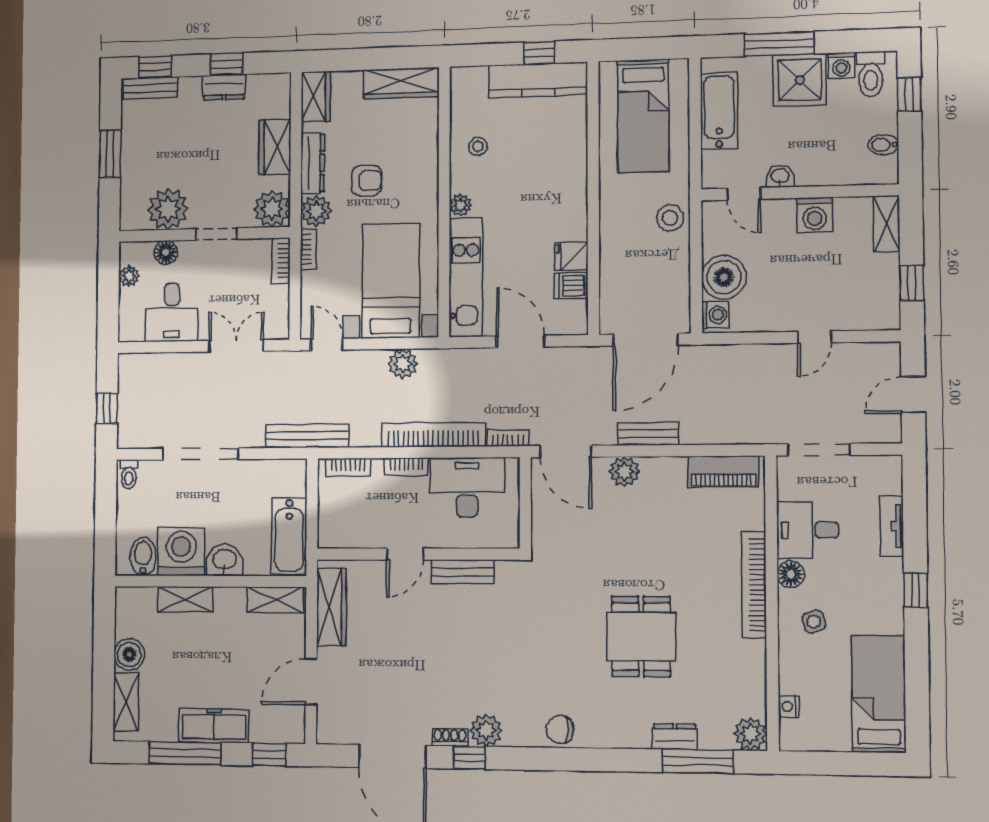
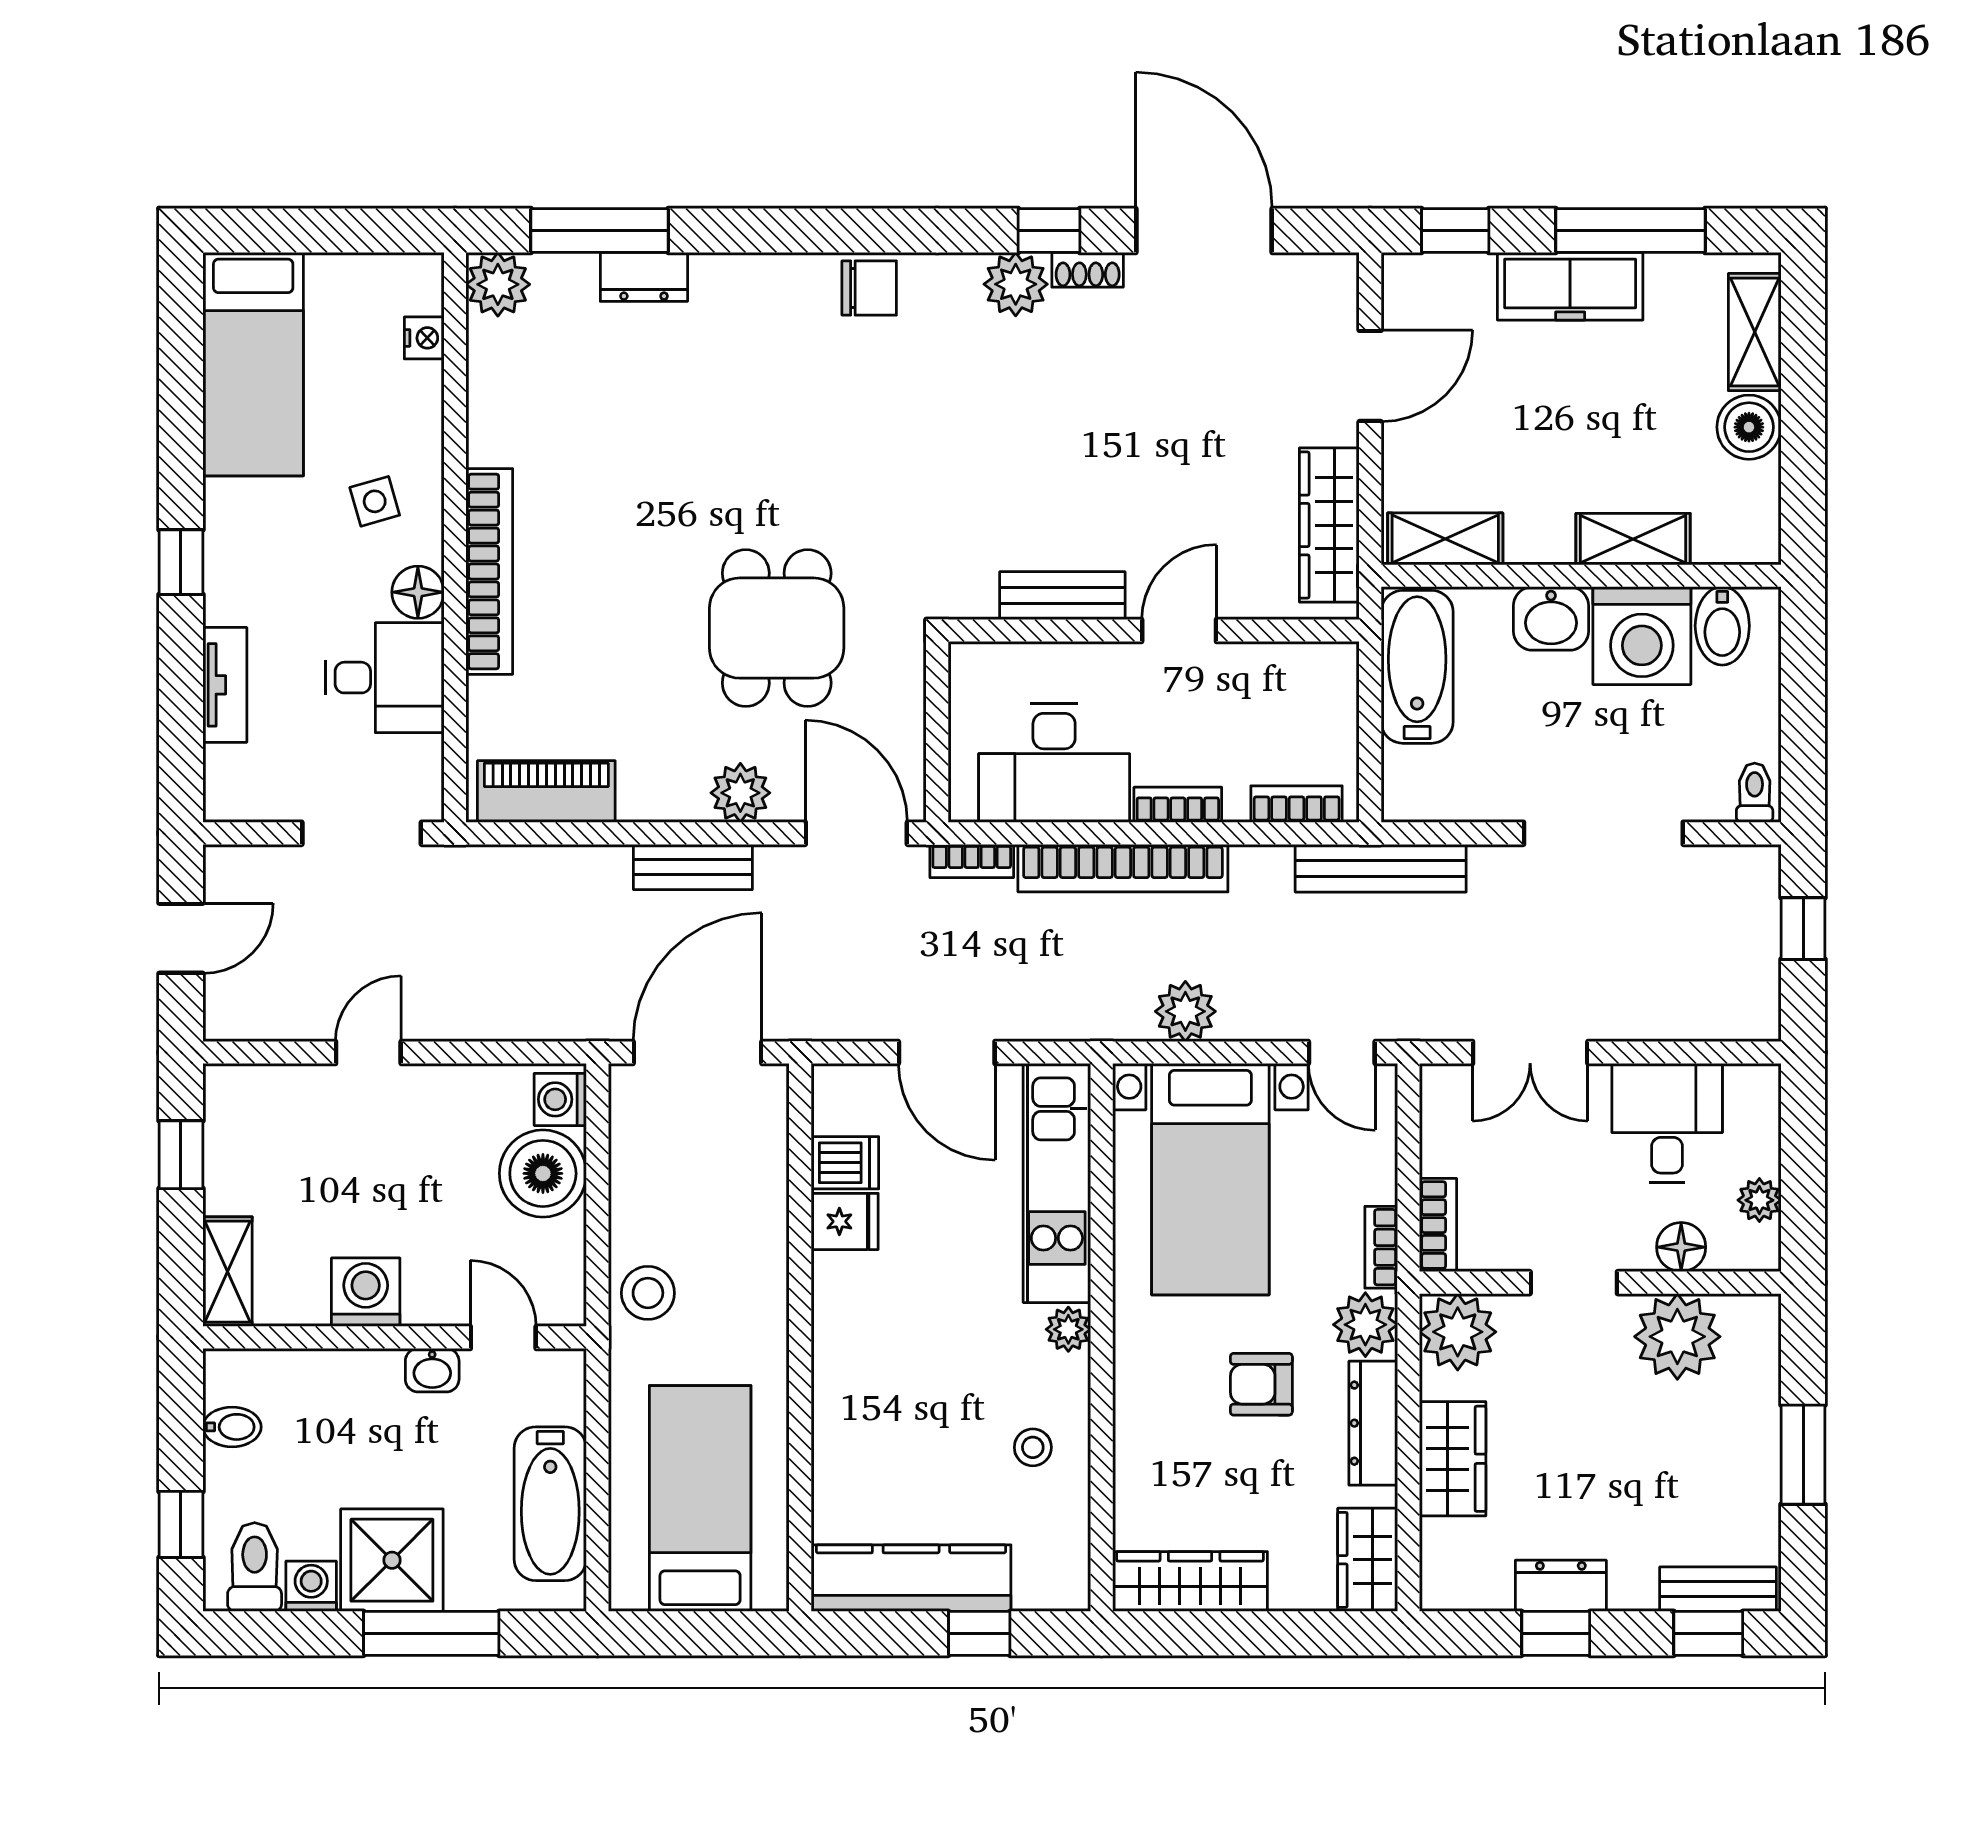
window: (539, 53) -> (979, 1633), moved
dining table: (641, 636) -> (777, 628), moved

